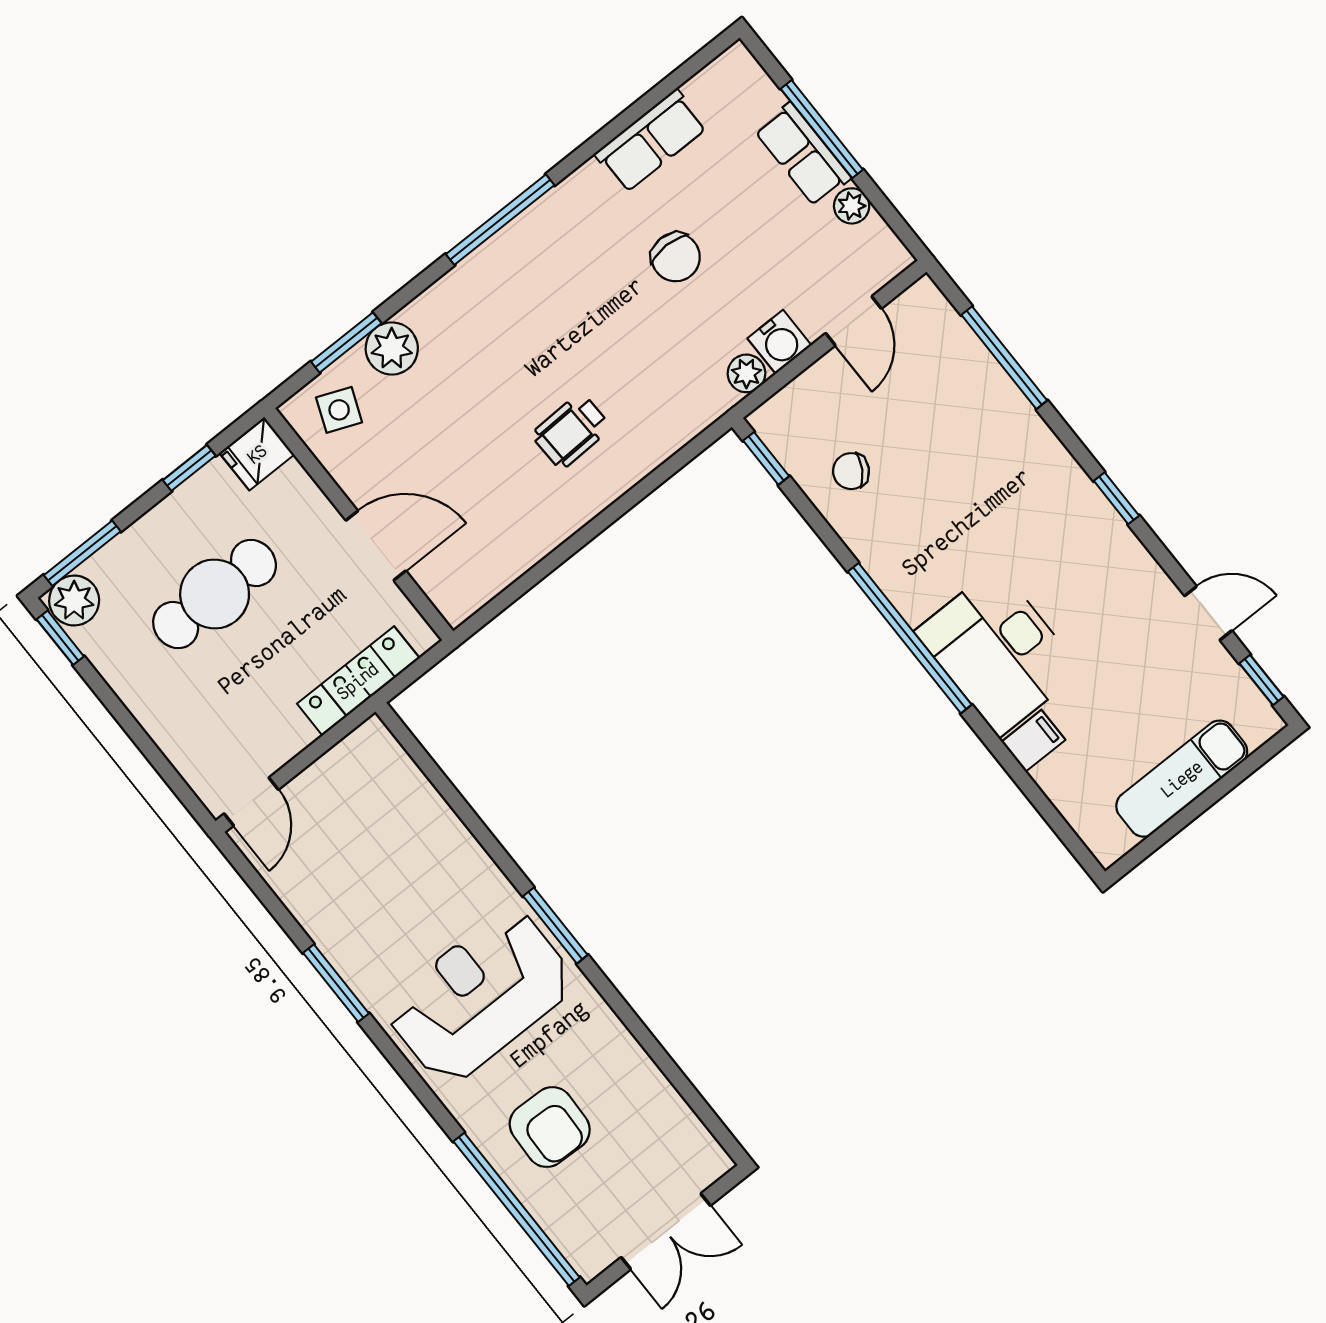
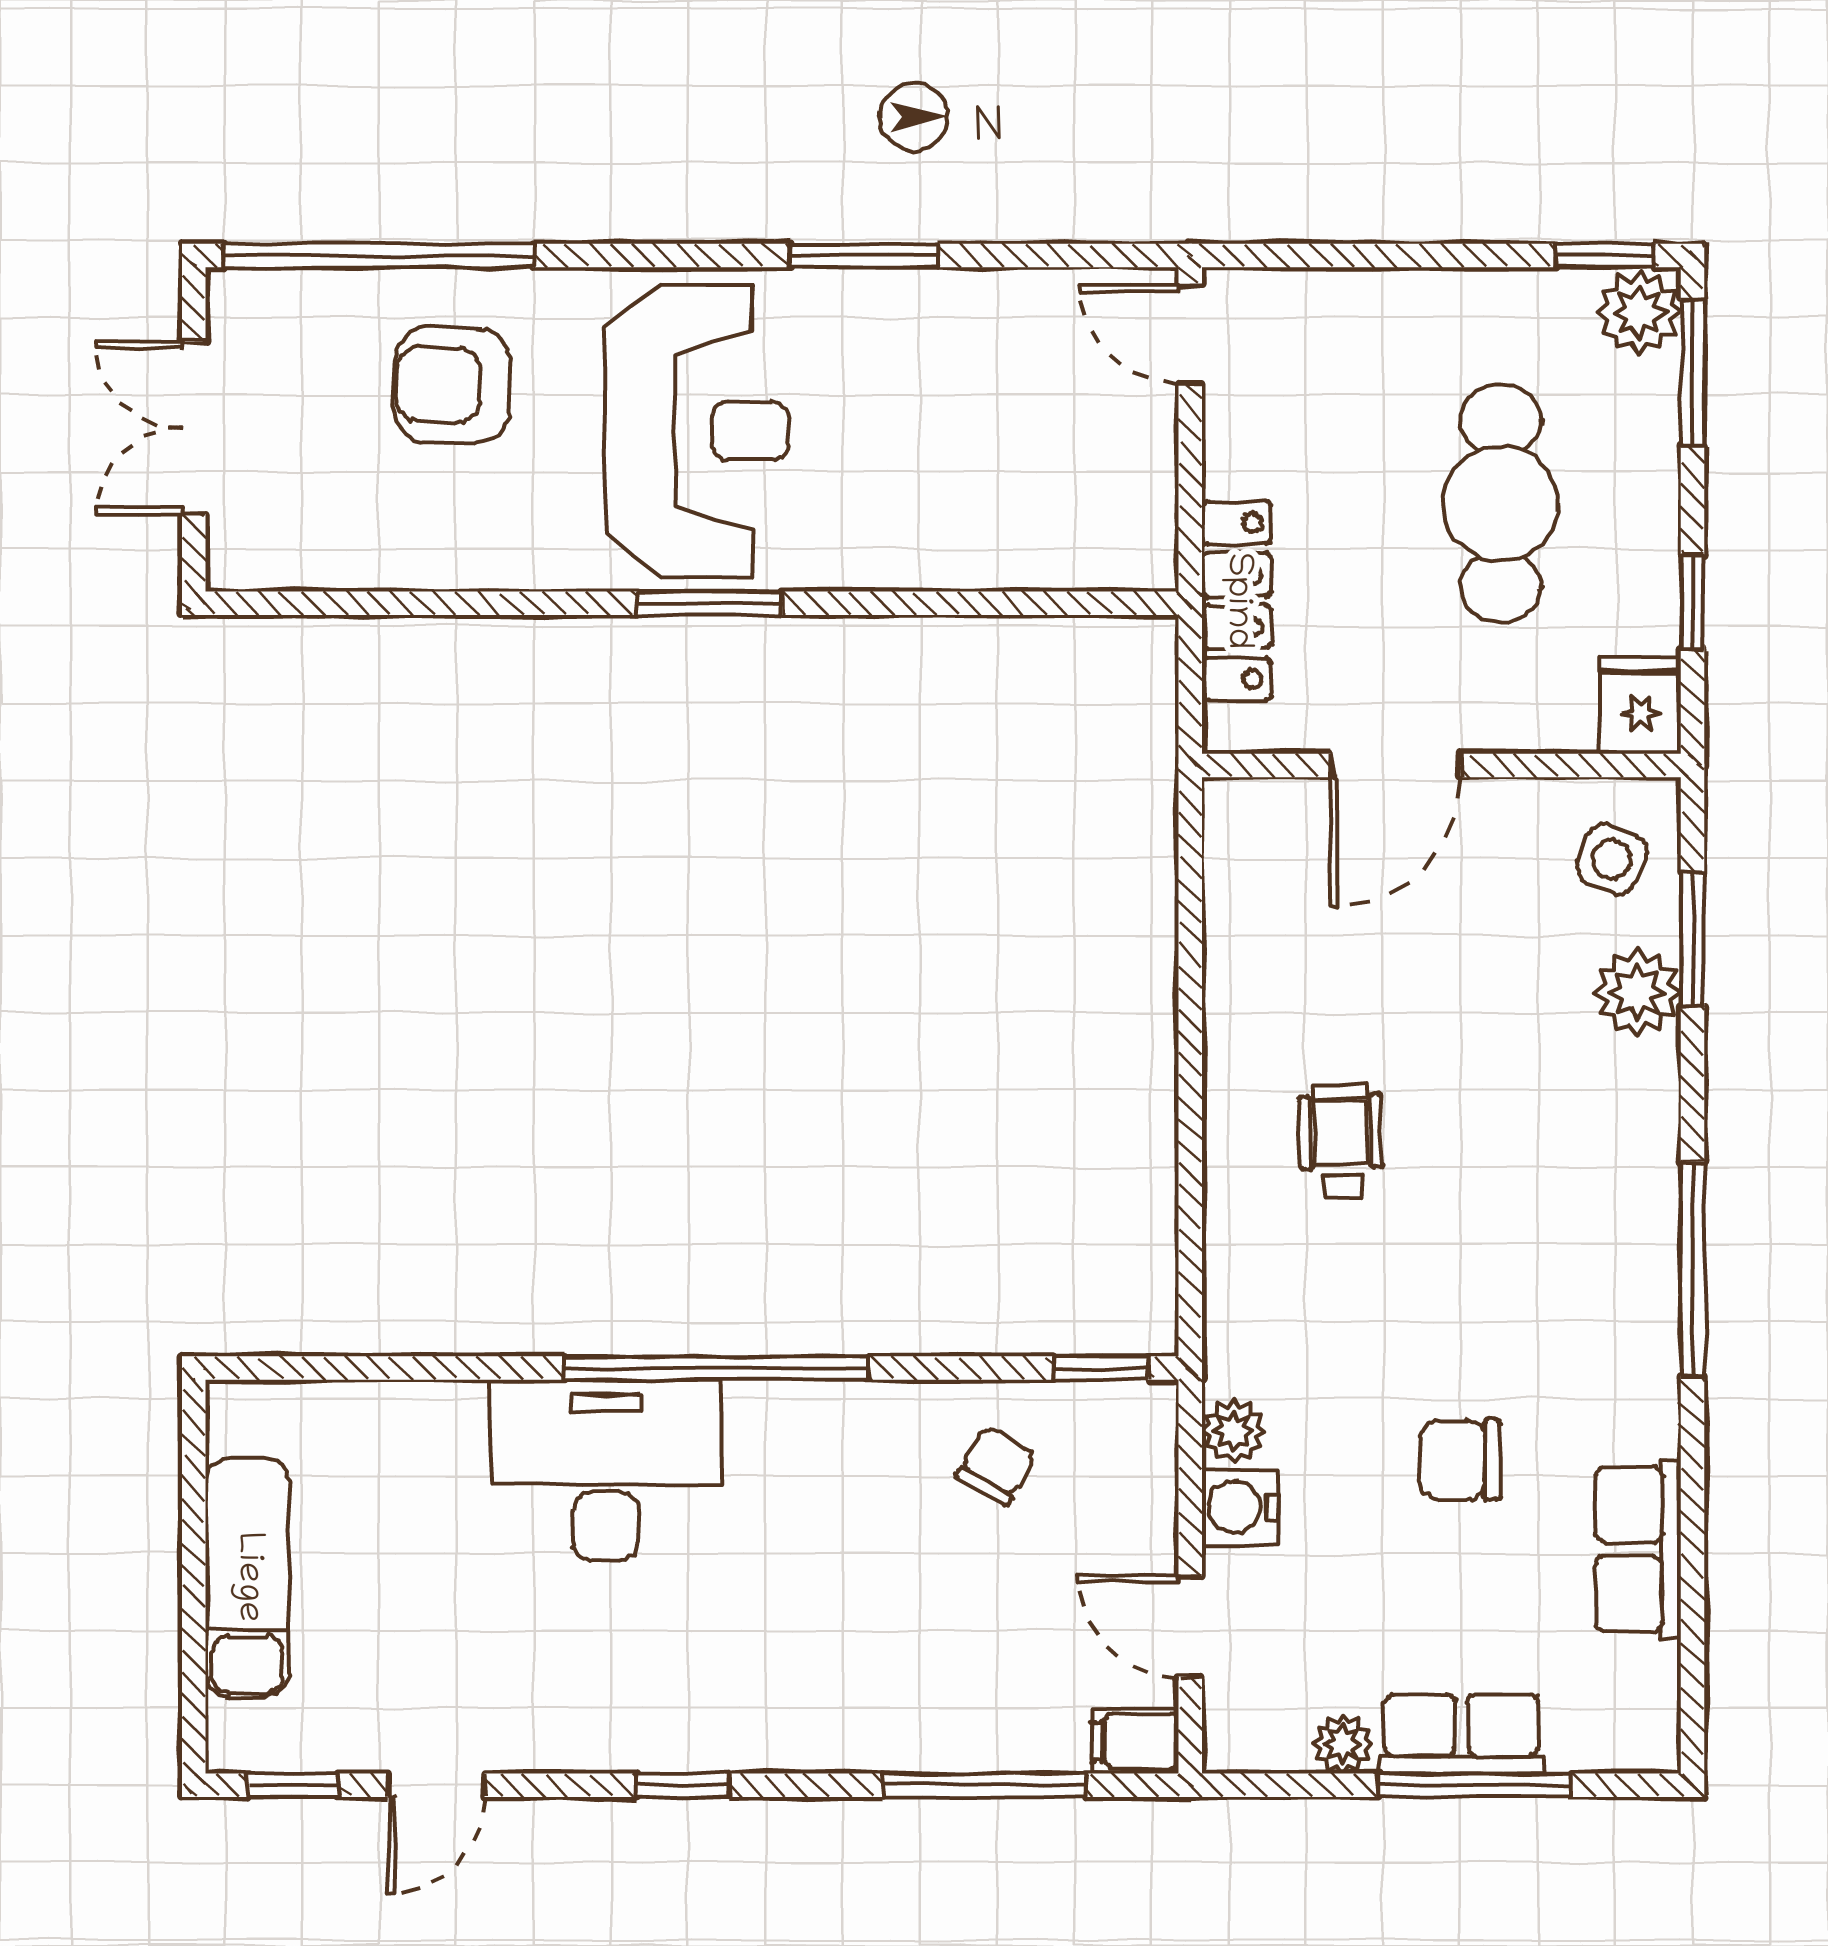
filing cabinet: (1033, 741) -> (1136, 1741), moved, turned 90

